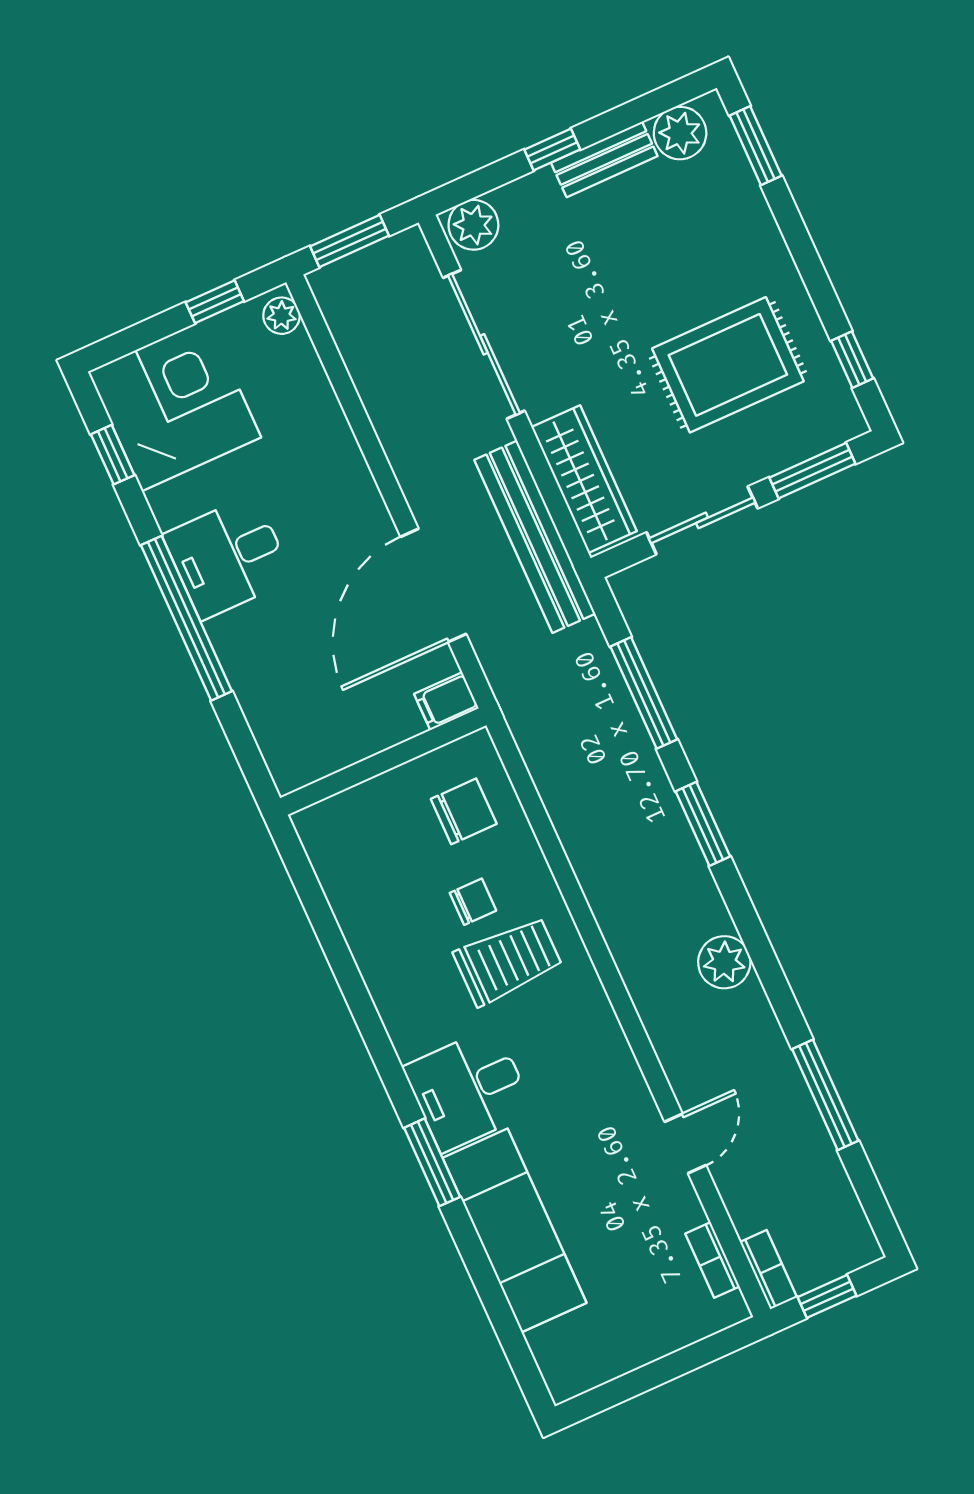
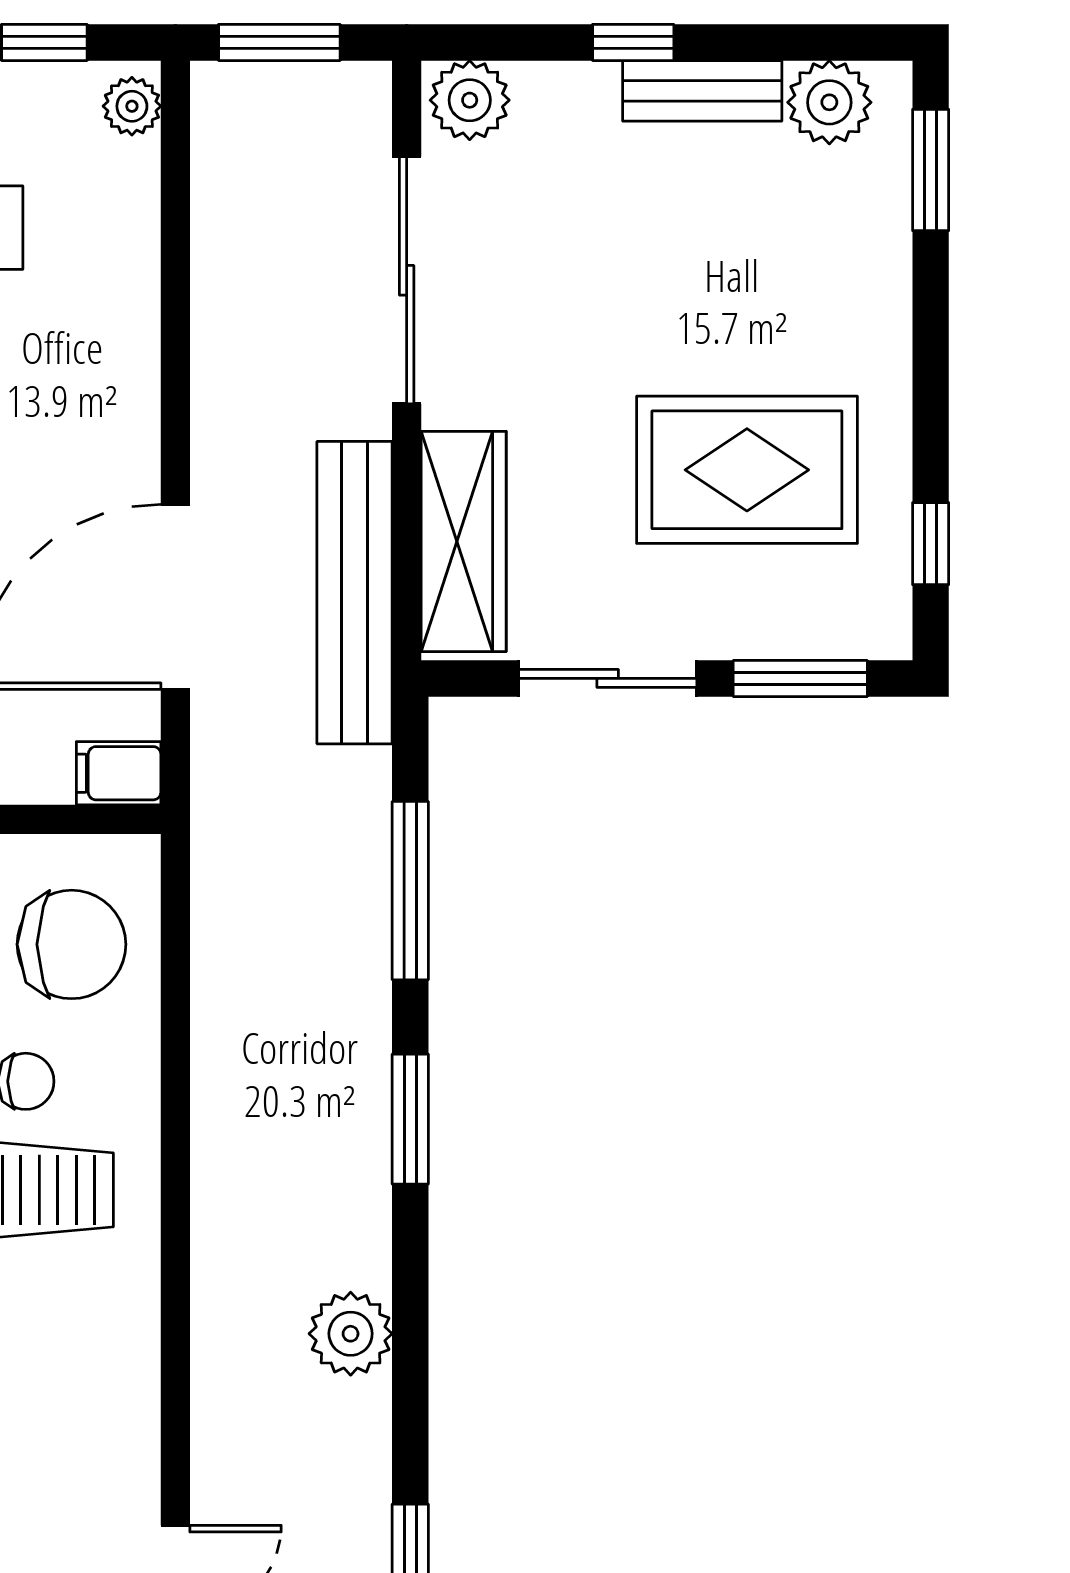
chair: (464, 811) -> (72, 944), width x1.37, depth x1.37

